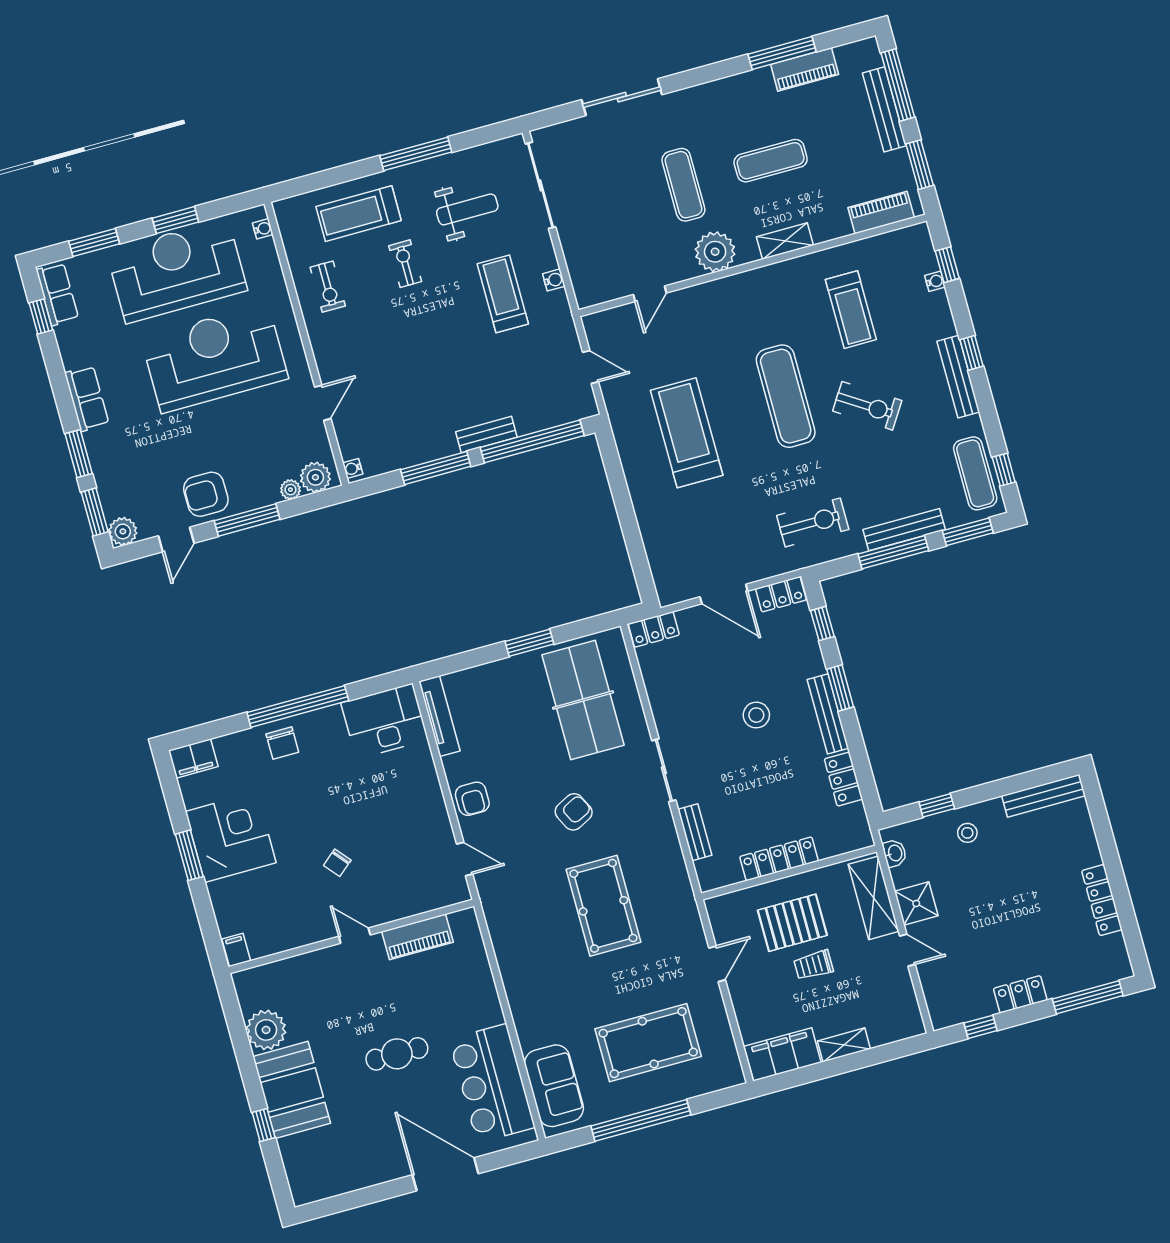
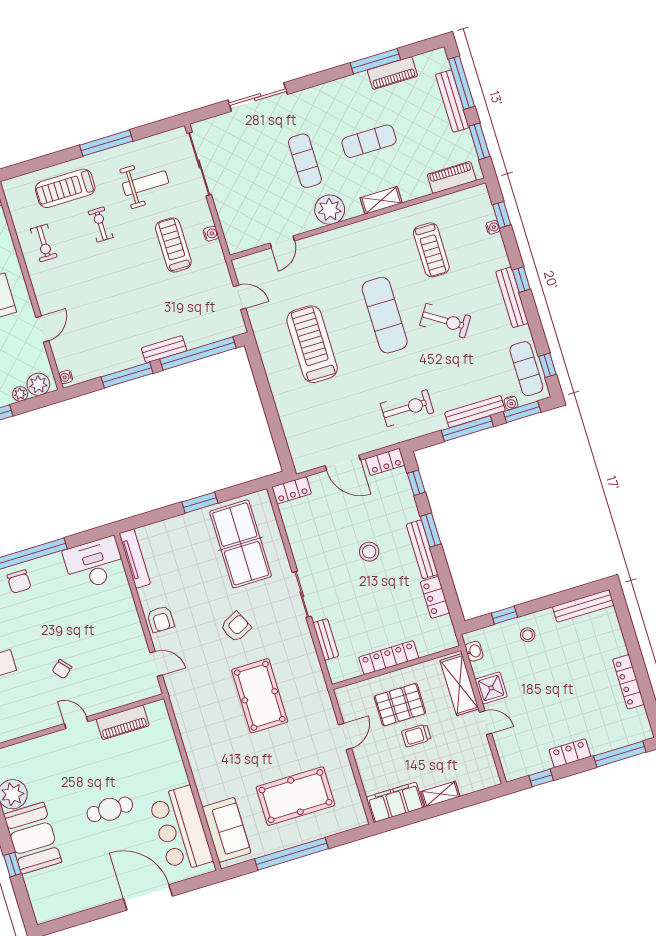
water cooler: (953, 519) -> (511, 403), added

